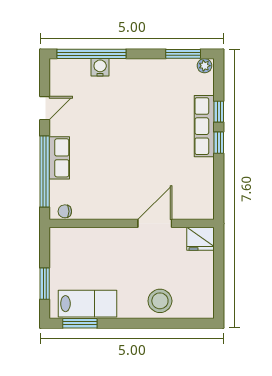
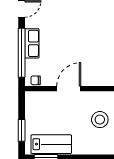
door: (155, 223) -> (69, 89), moved
stool: (160, 301) -> (100, 120), moved

